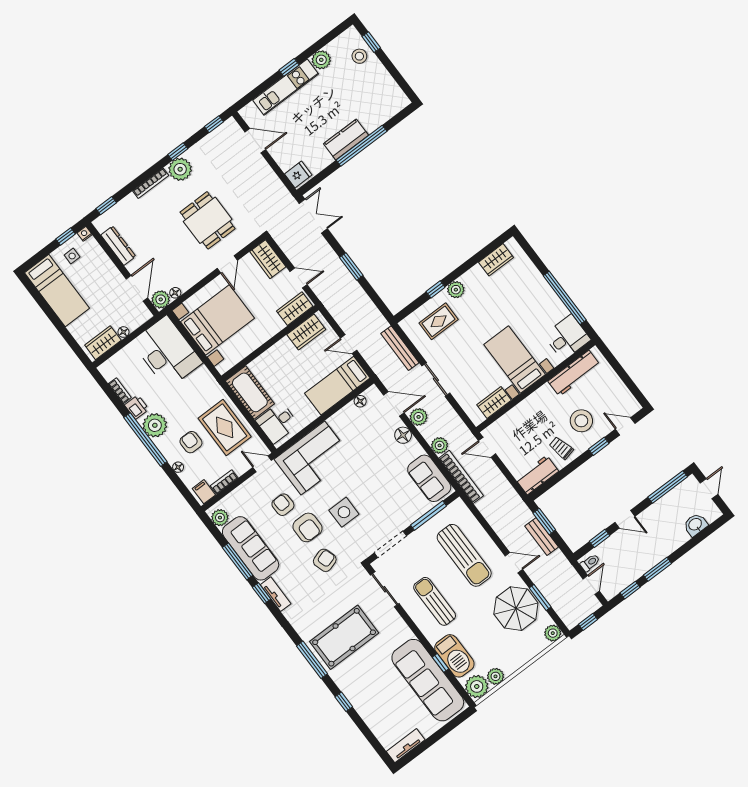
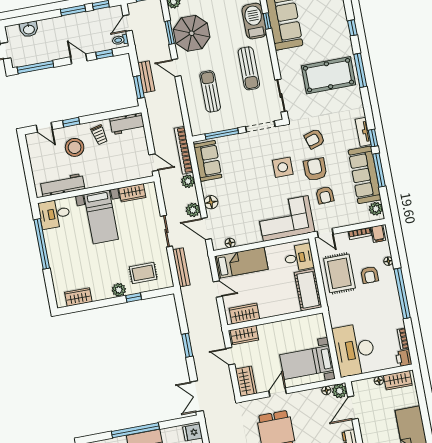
bed with nightstands: (217, 320) -> (307, 363), width x0.73
printer: (137, 407) -> (404, 358), moved
plant: (155, 425) -> (390, 300), removed
sun lounger: (464, 555) -> (210, 91), width x0.73, depth x0.75

